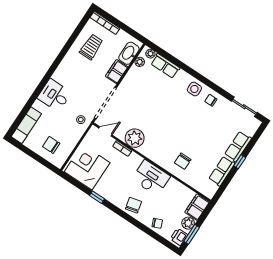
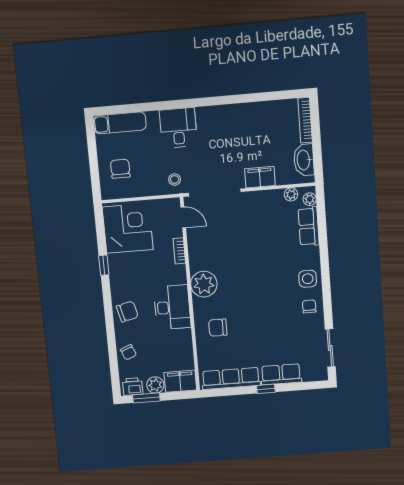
trolley: (91, 47) -> (266, 126), removed
washbasin: (129, 53) -> (304, 160), moved, turned -90
plant: (135, 138) -> (204, 284), moved
row of seats: (222, 171) -> (231, 378), width x1.48

